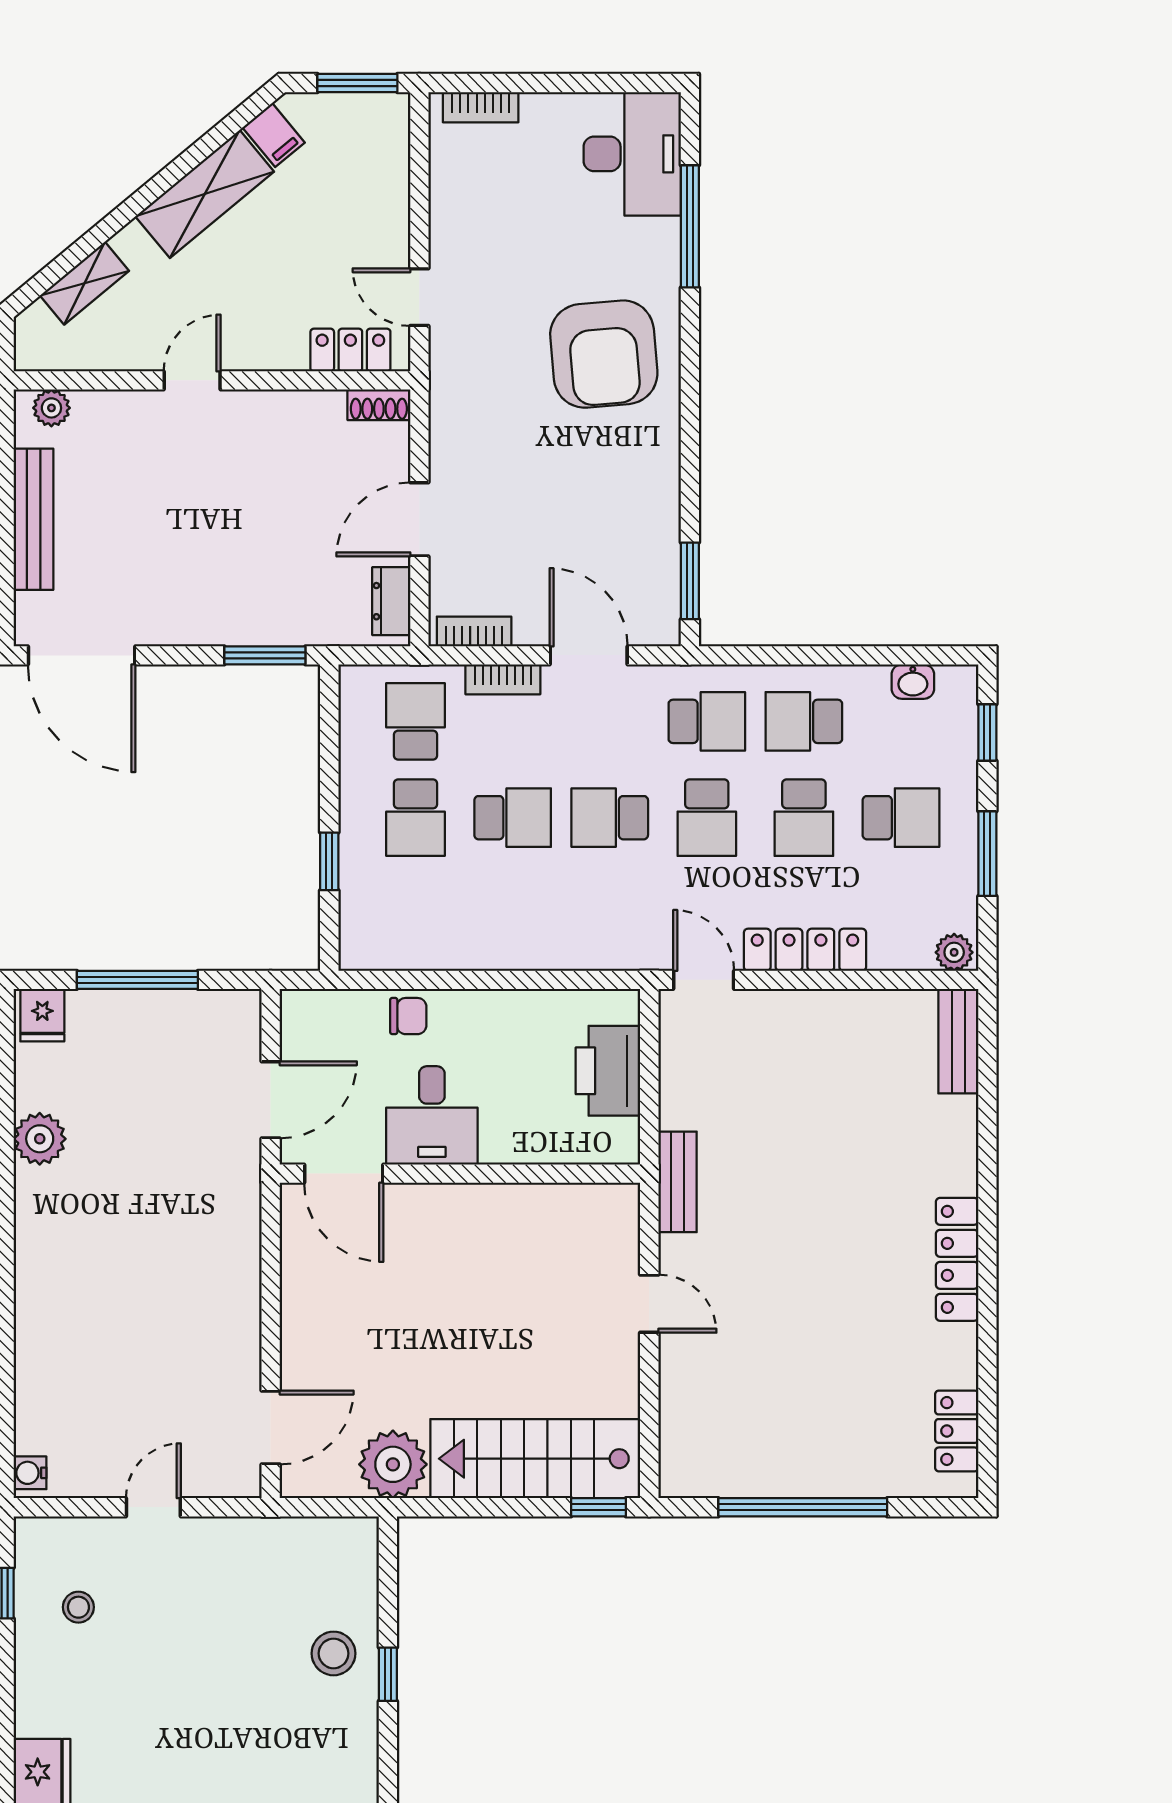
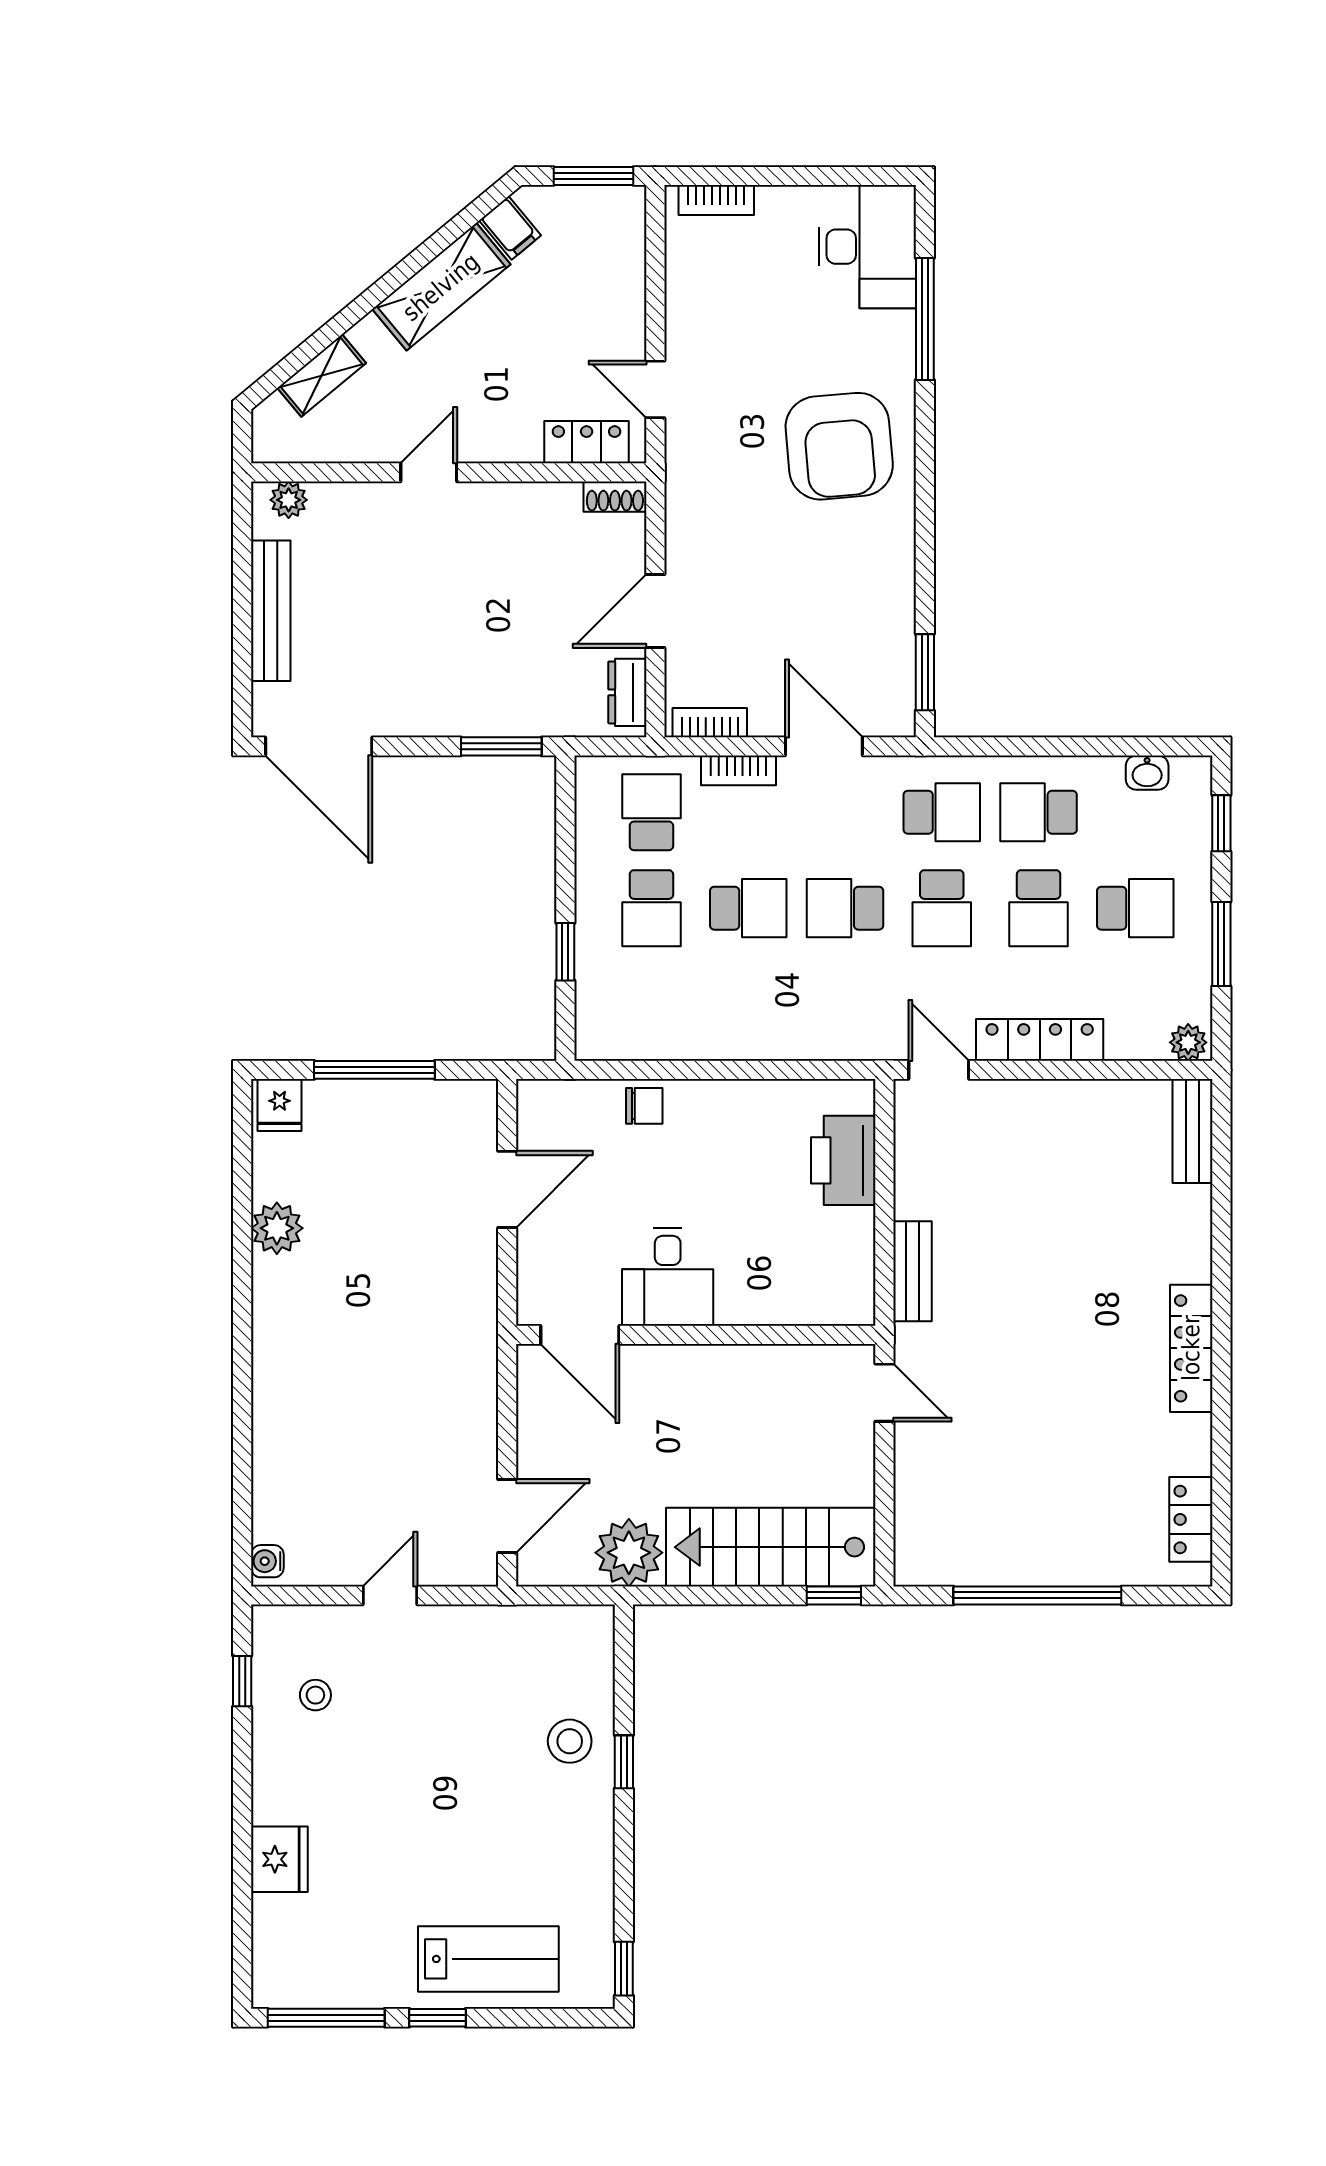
desk: (432, 1115) -> (668, 1277), moved
door: (344, 1174) -> (580, 1335), moved
wall: (460, 1174) -> (696, 1335), moved

